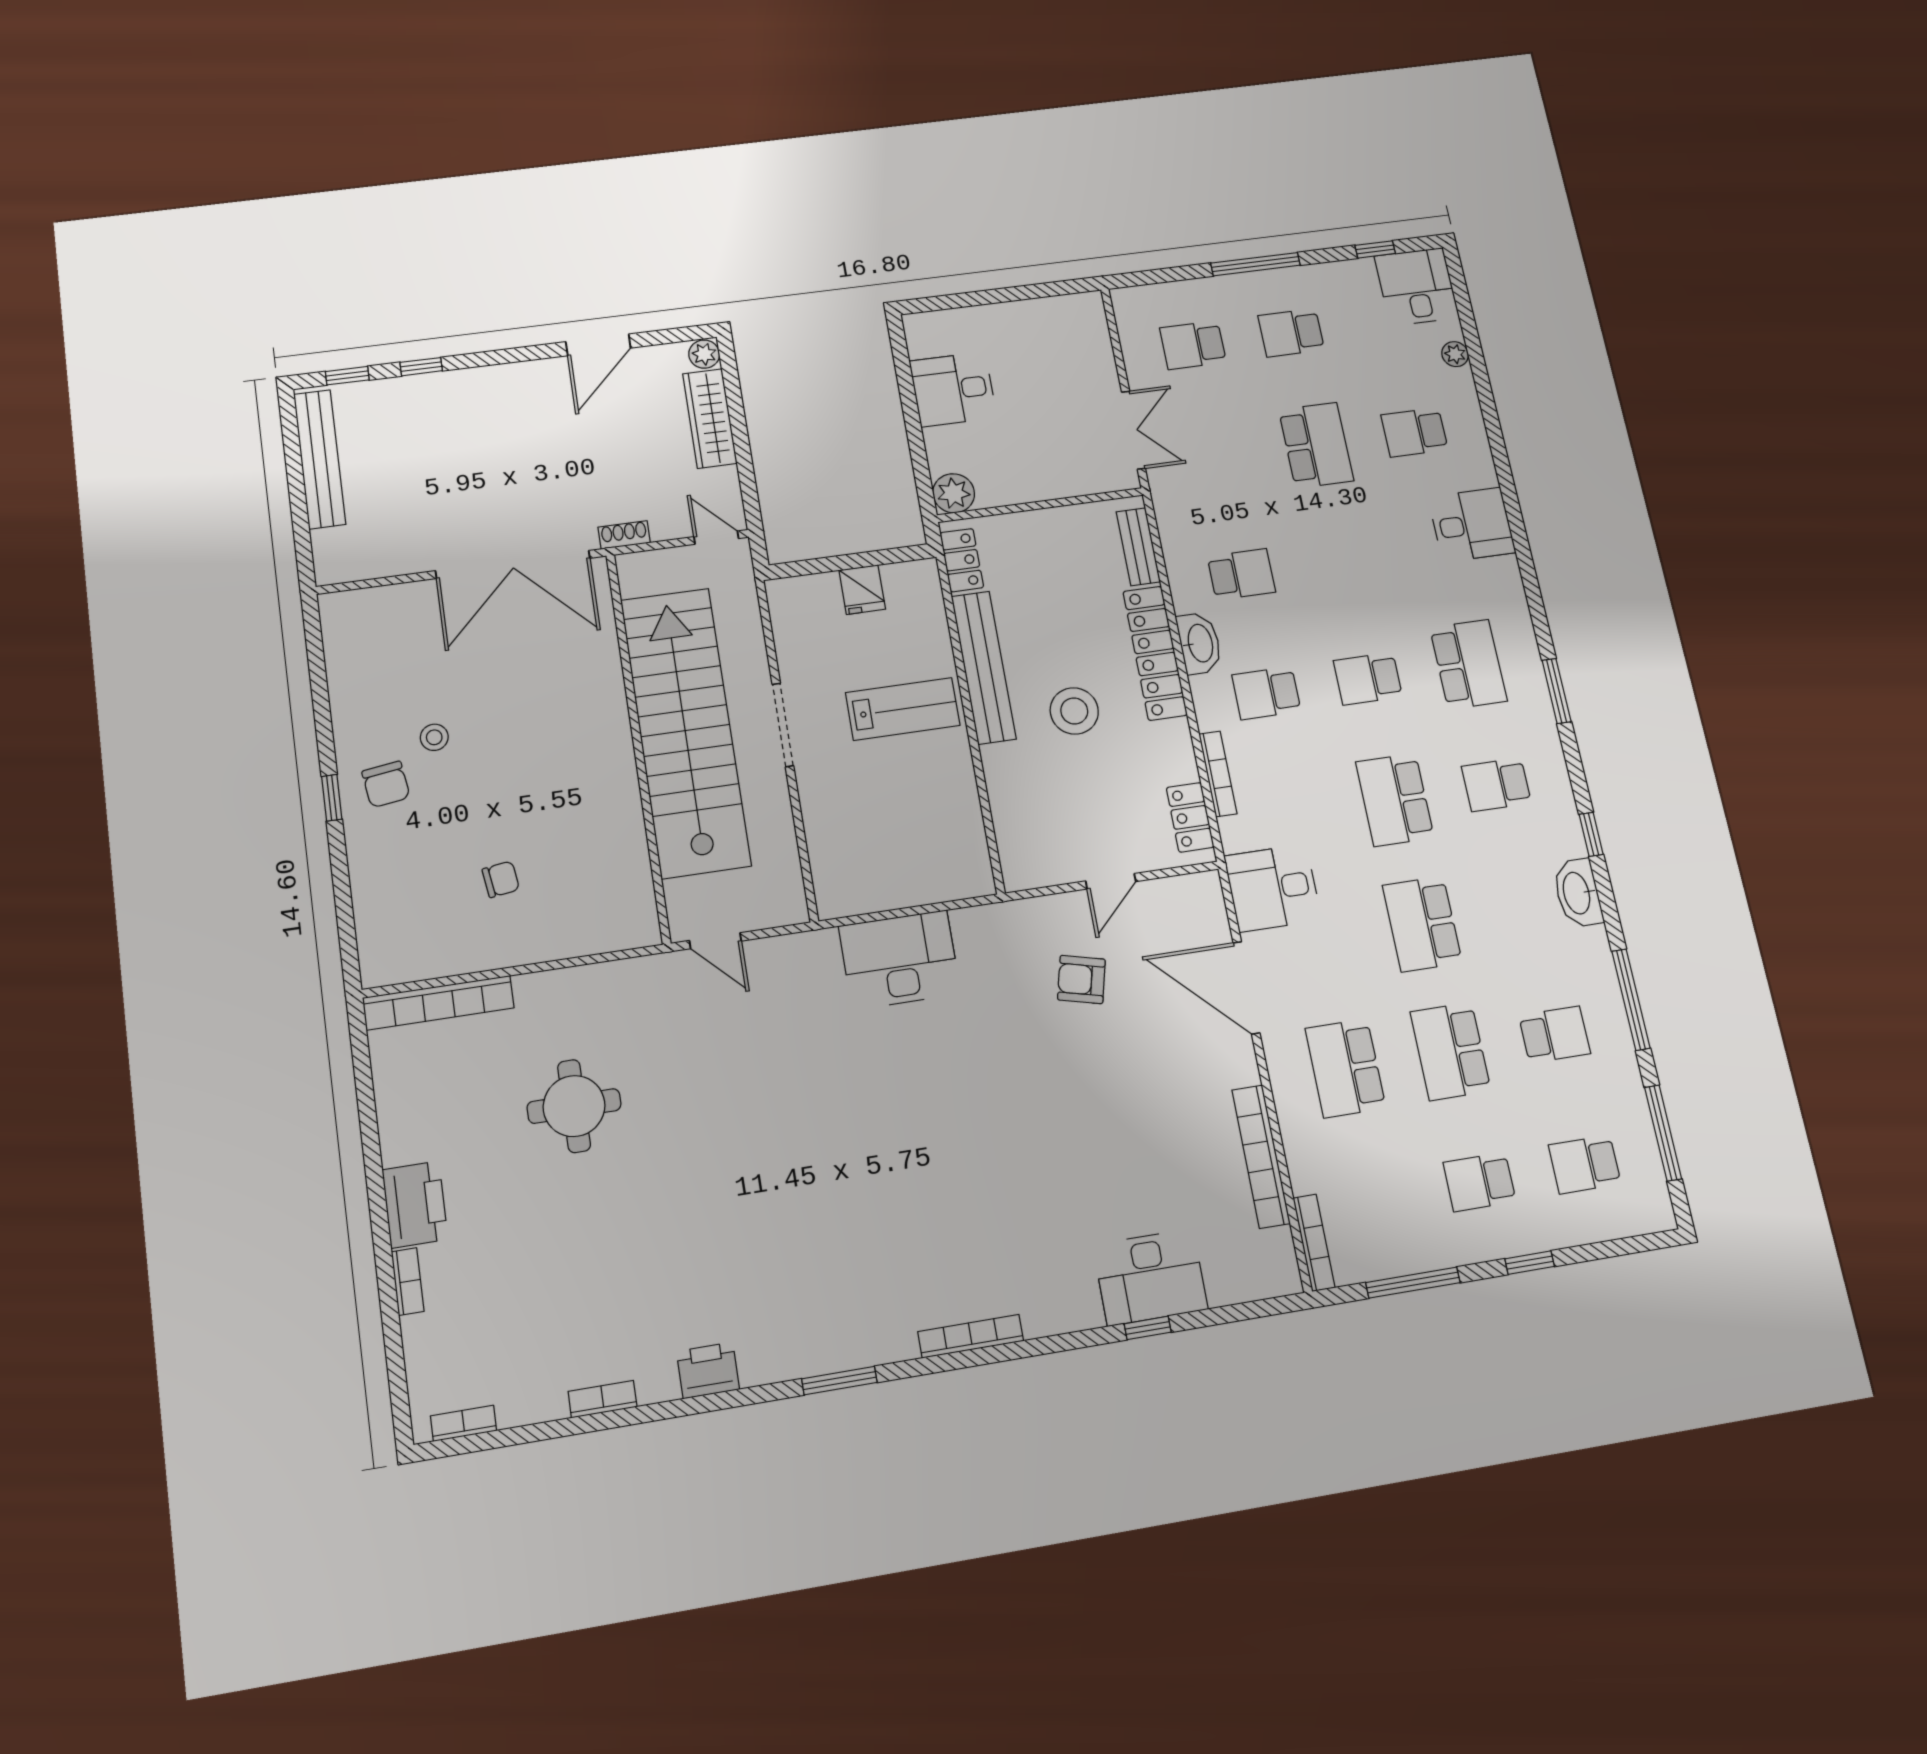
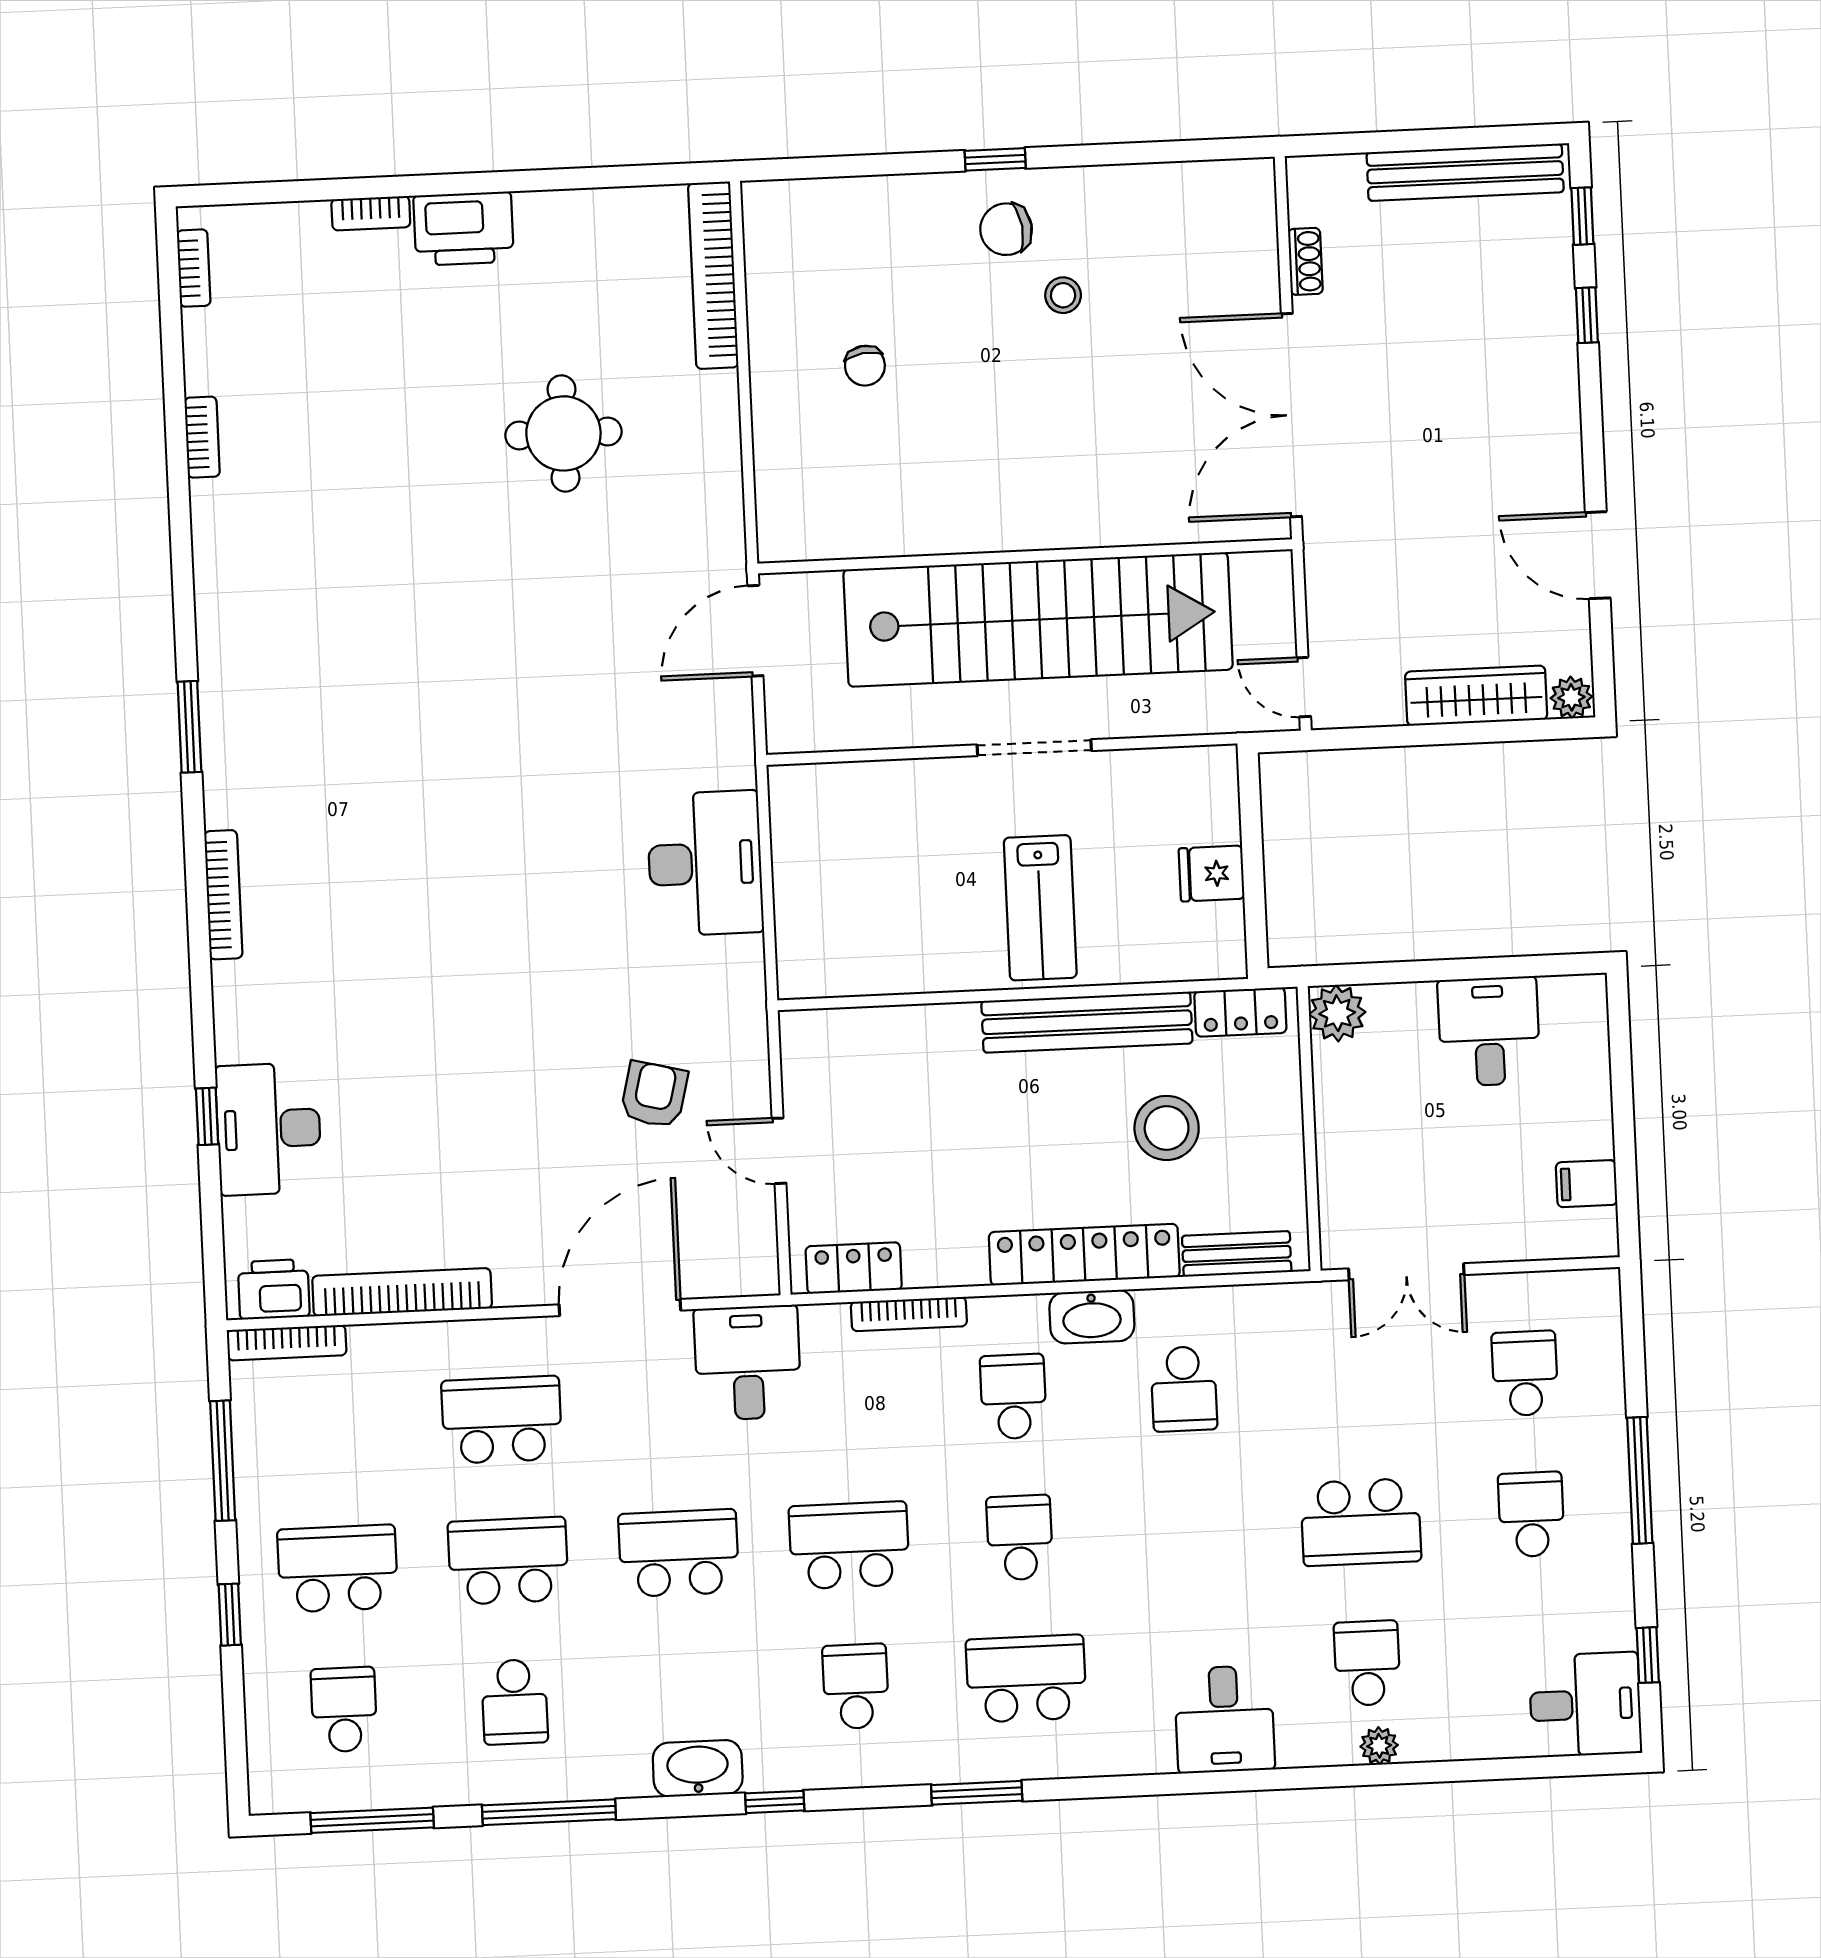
filing cabinet: (1053, 316) -> (1587, 1184), added
plant: (1455, 354) -> (1379, 1746), moved
shoe rack: (624, 535) -> (1305, 261), moved
door: (716, 538) -> (1304, 687), swing flipped
school desk: (1468, 664) -> (1026, 1679), turned 180
stool: (1074, 711) -> (1167, 1128), moved
door: (715, 941) -> (755, 631), width x1.38
school desk: (1480, 1182) -> (338, 1569), width x1.85
printer: (708, 1370) -> (274, 1289), moved, turned -90

